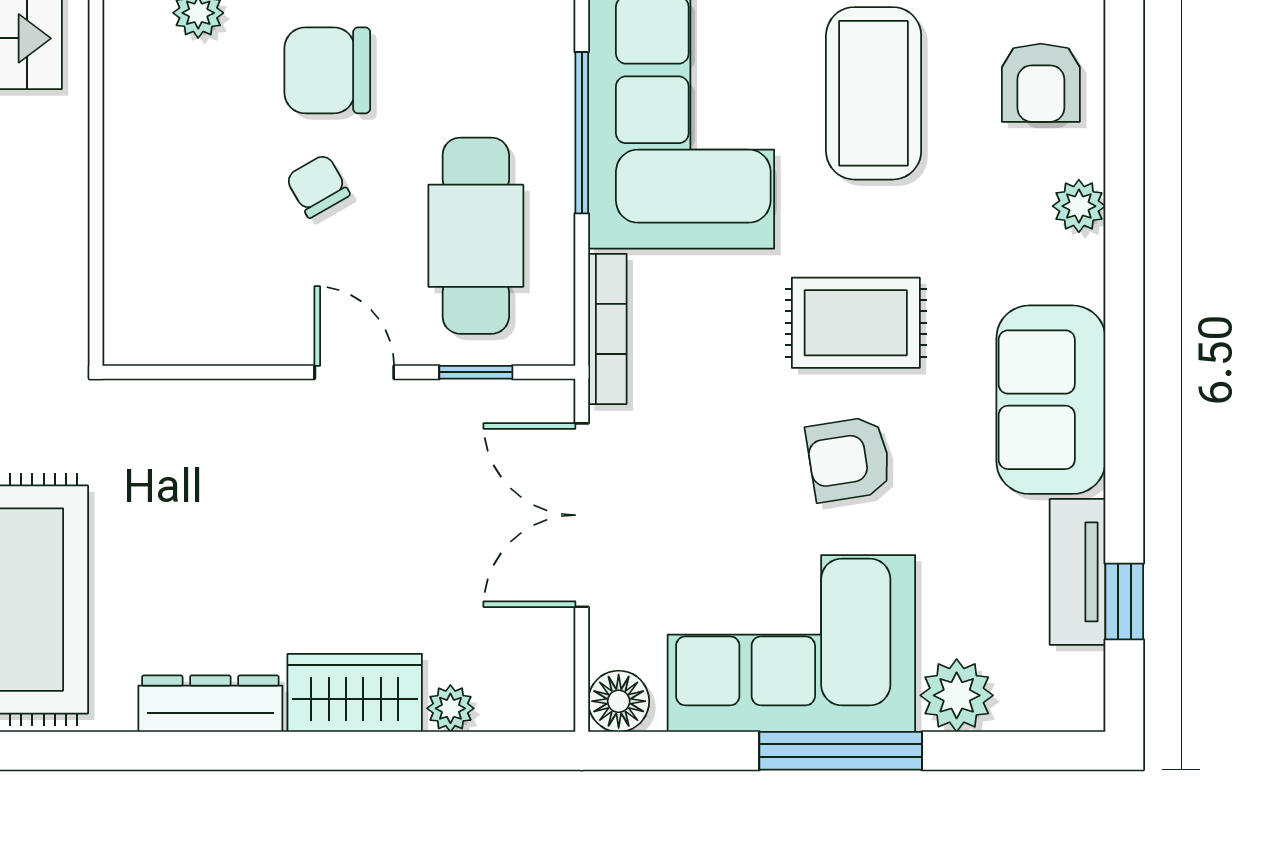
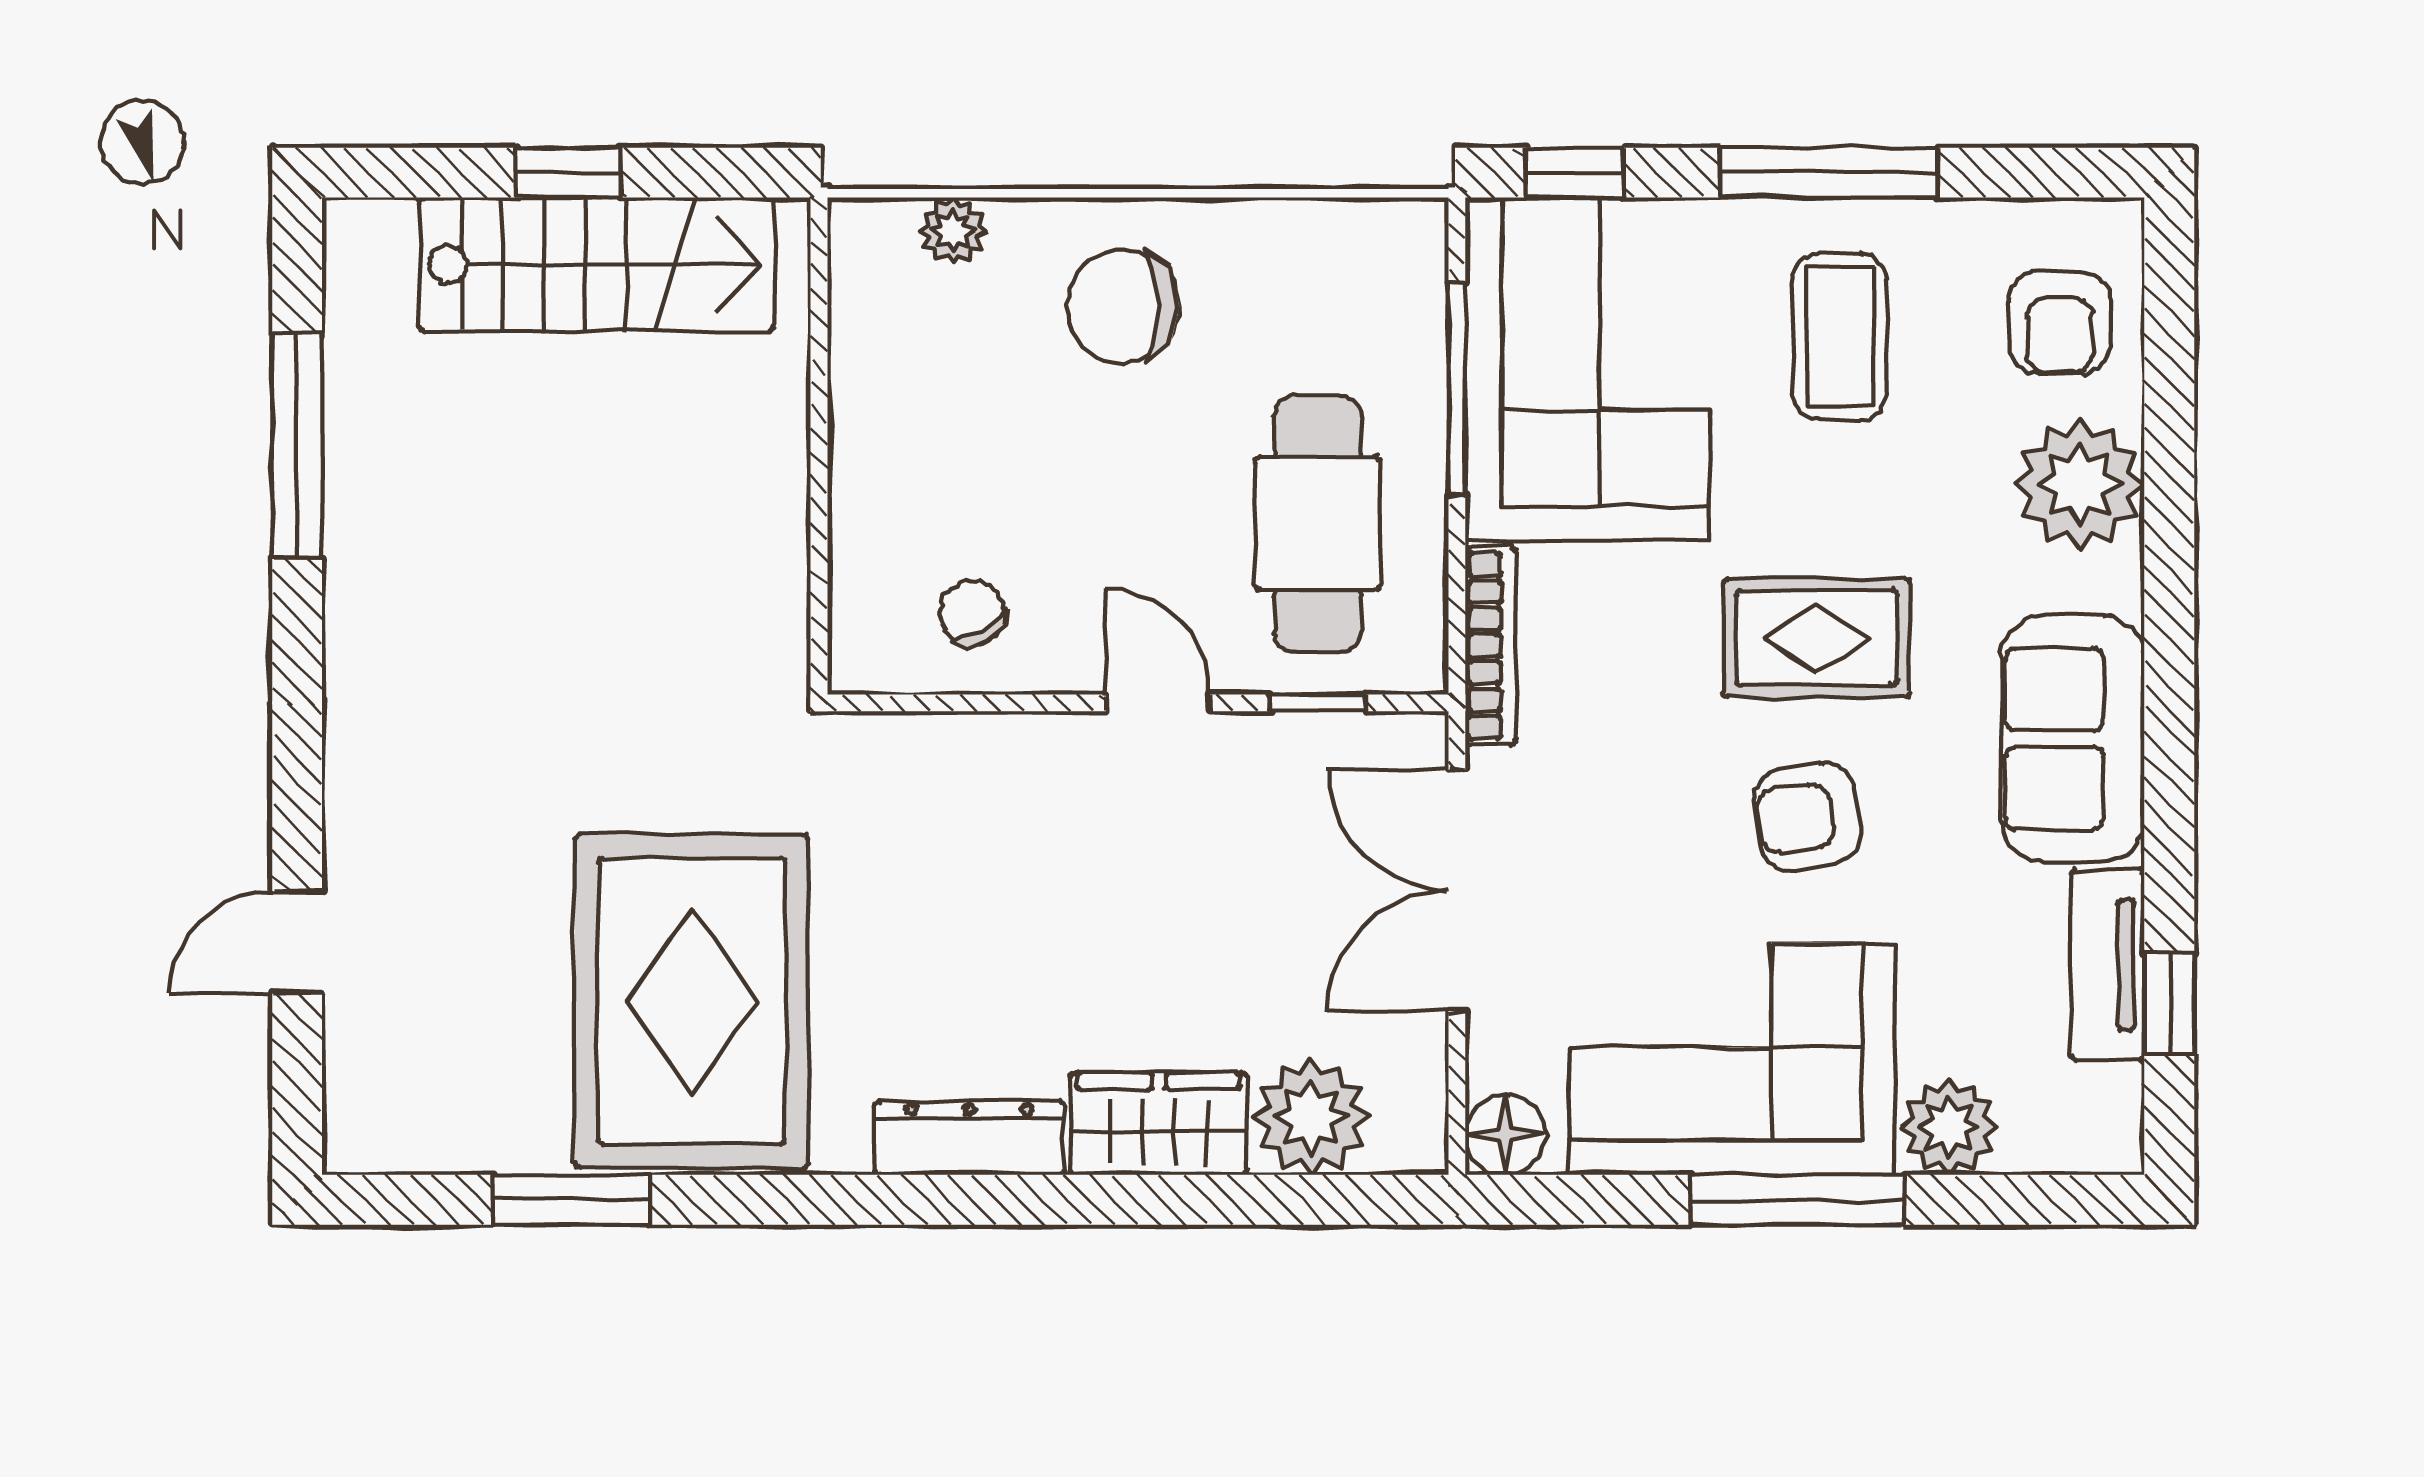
coffee table: (874, 93) -> (1840, 336), width x0.73, depth x0.76
chair: (318, 186) -> (972, 613), moved
plant: (1079, 206) -> (2079, 485), width x1.88, depth x1.88
plant: (450, 708) -> (1311, 1117), width x1.88, depth x1.88

